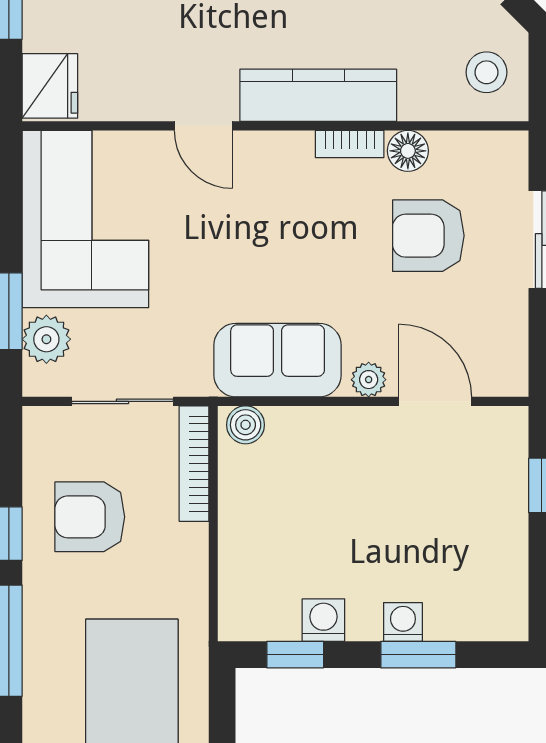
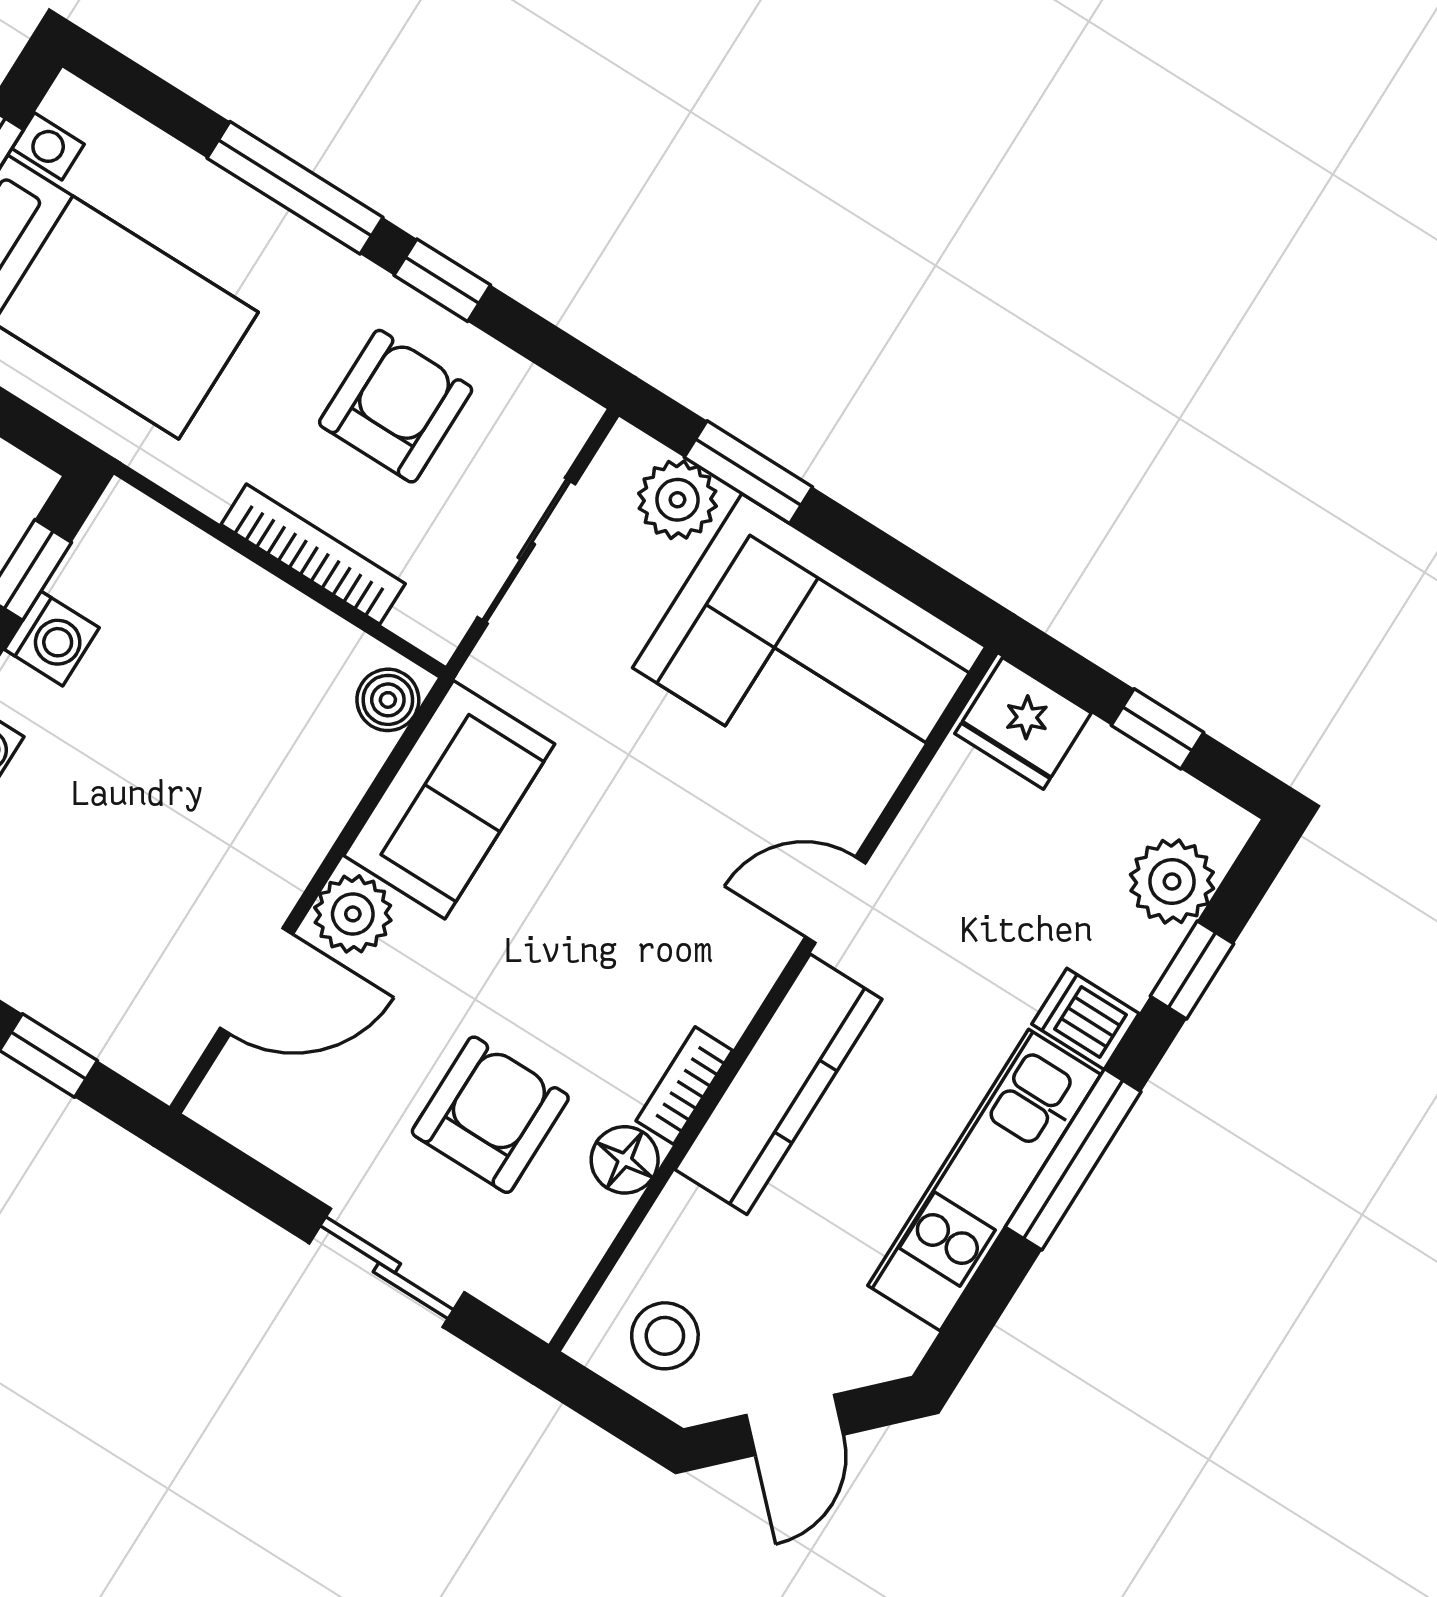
plant: (369, 380) -> (353, 914), width x1.38, depth x1.38
bookcase: (194, 464) -> (313, 554), moved

